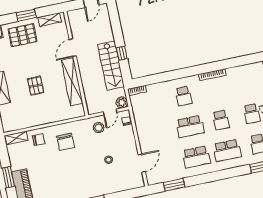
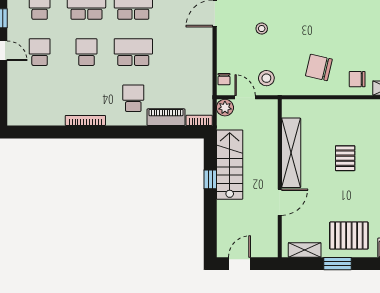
piano: (159, 88) -> (166, 117), added
door: (110, 112) -> (245, 97), hinge flipped
chair: (65, 142) -> (319, 67), turned -77

